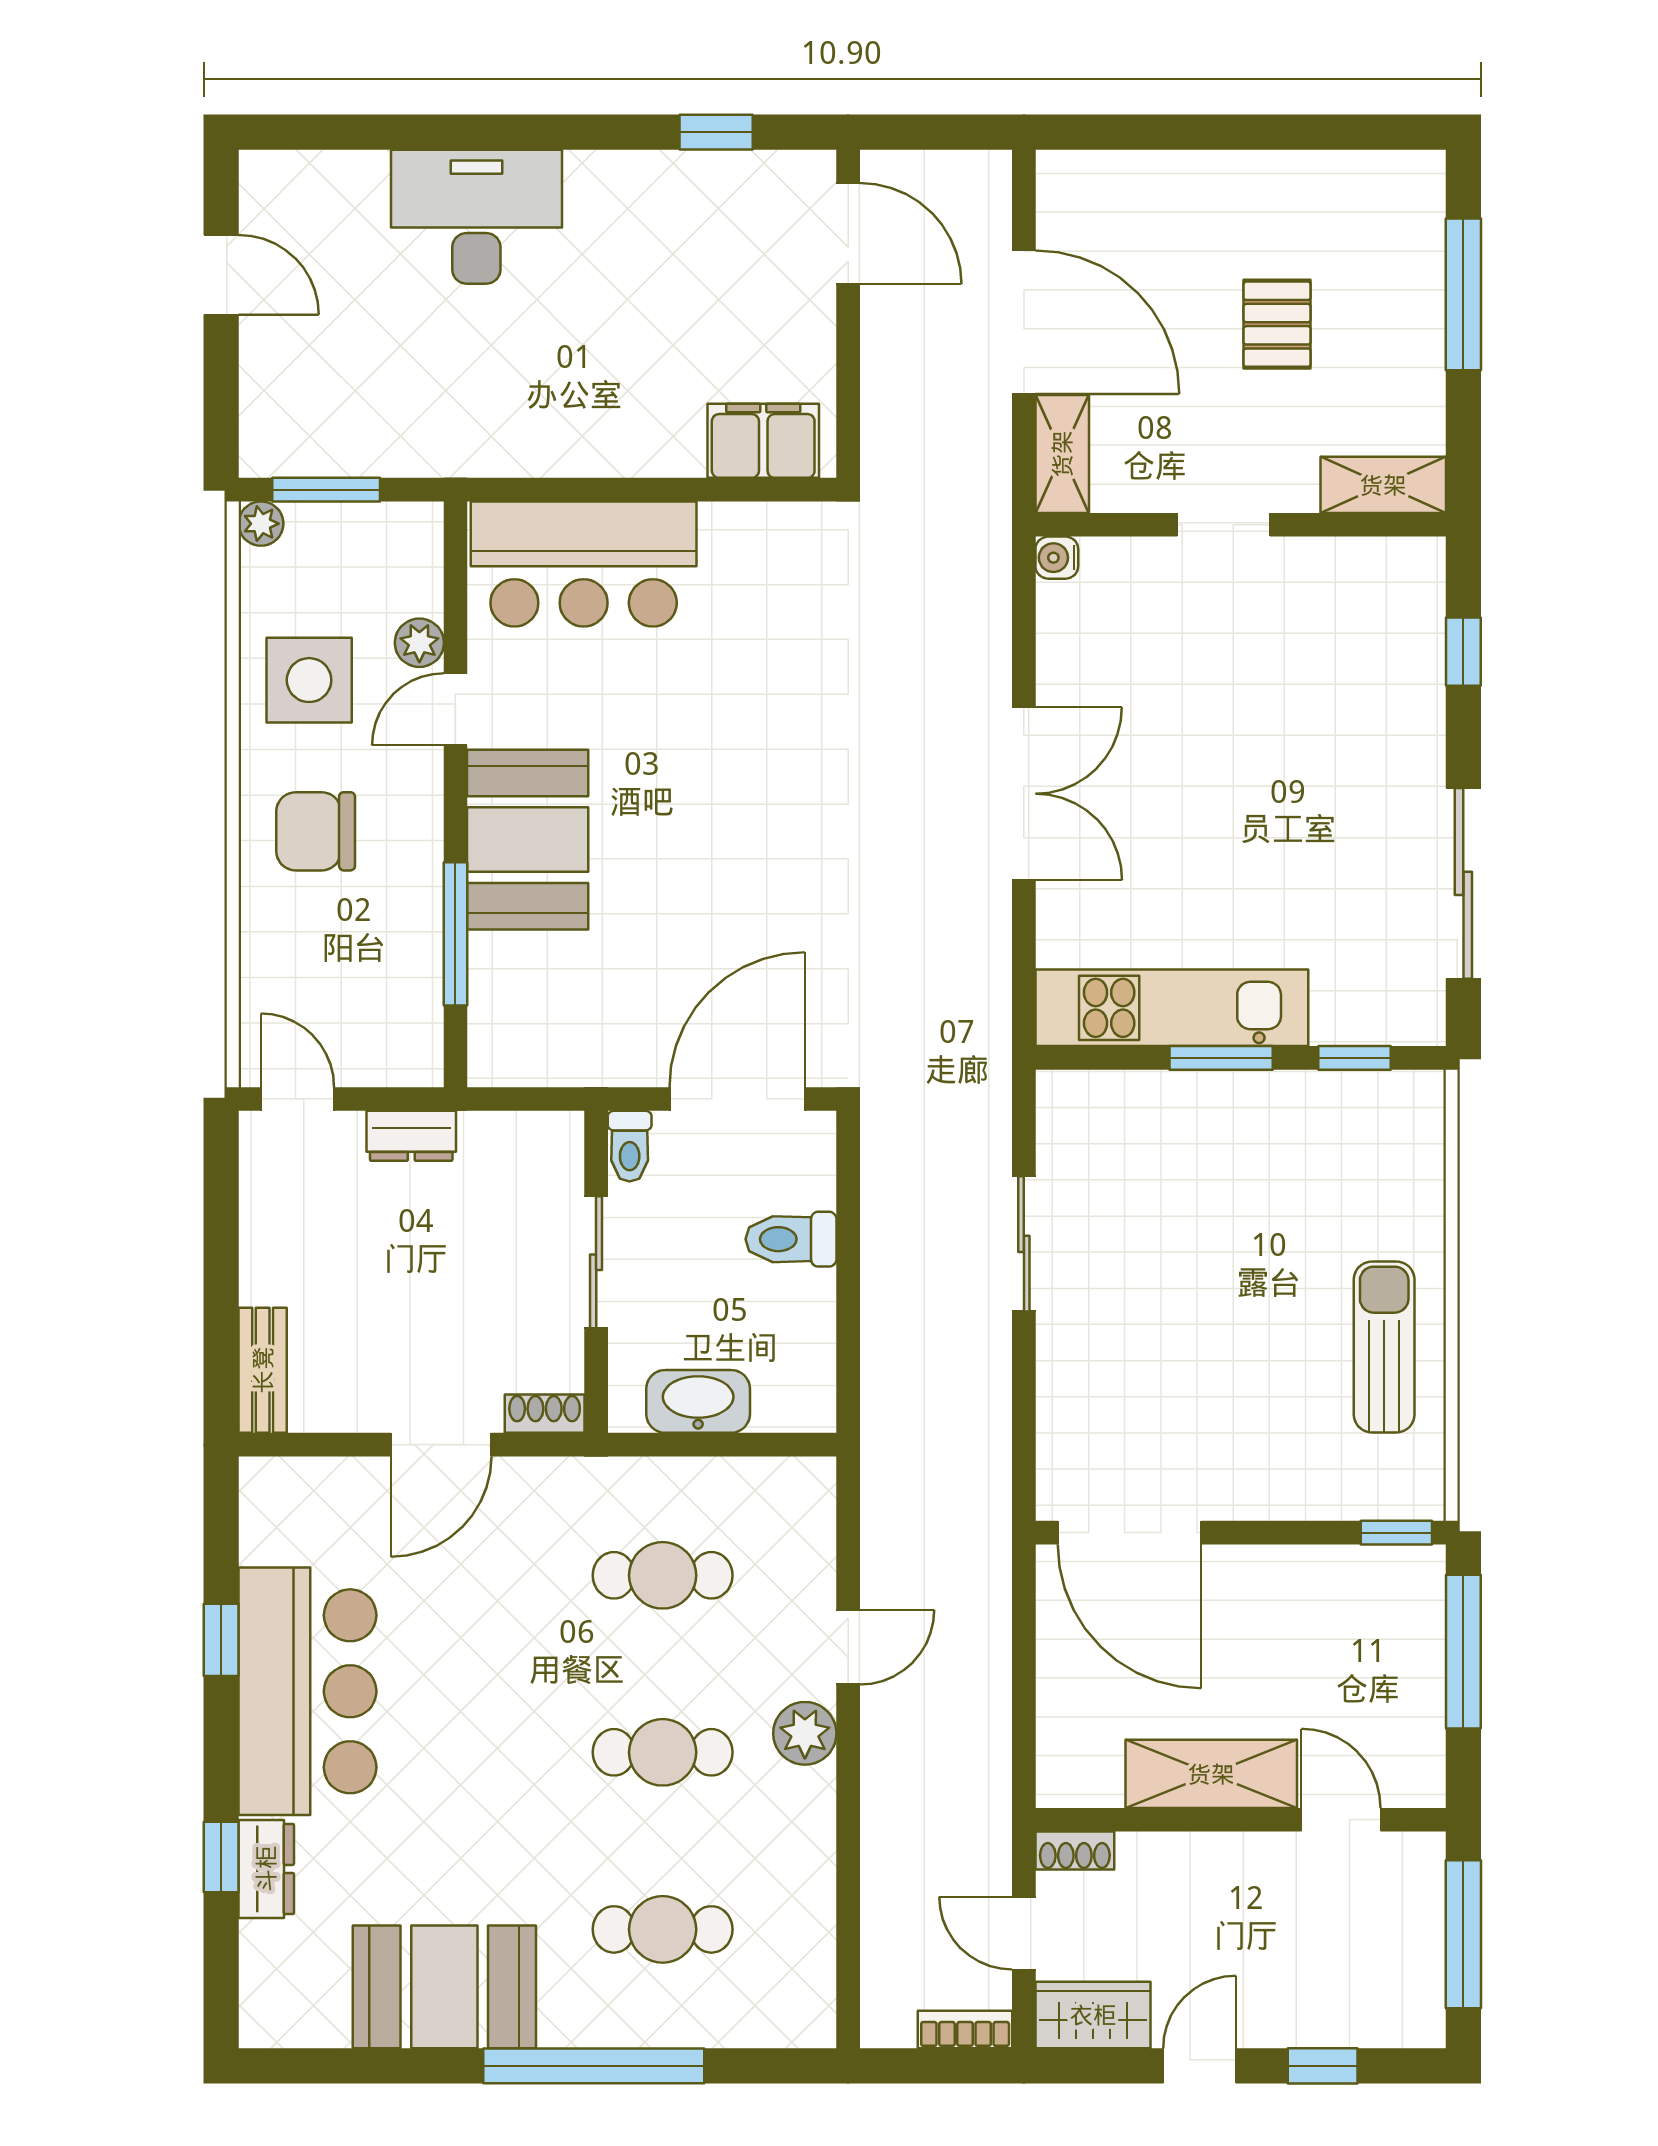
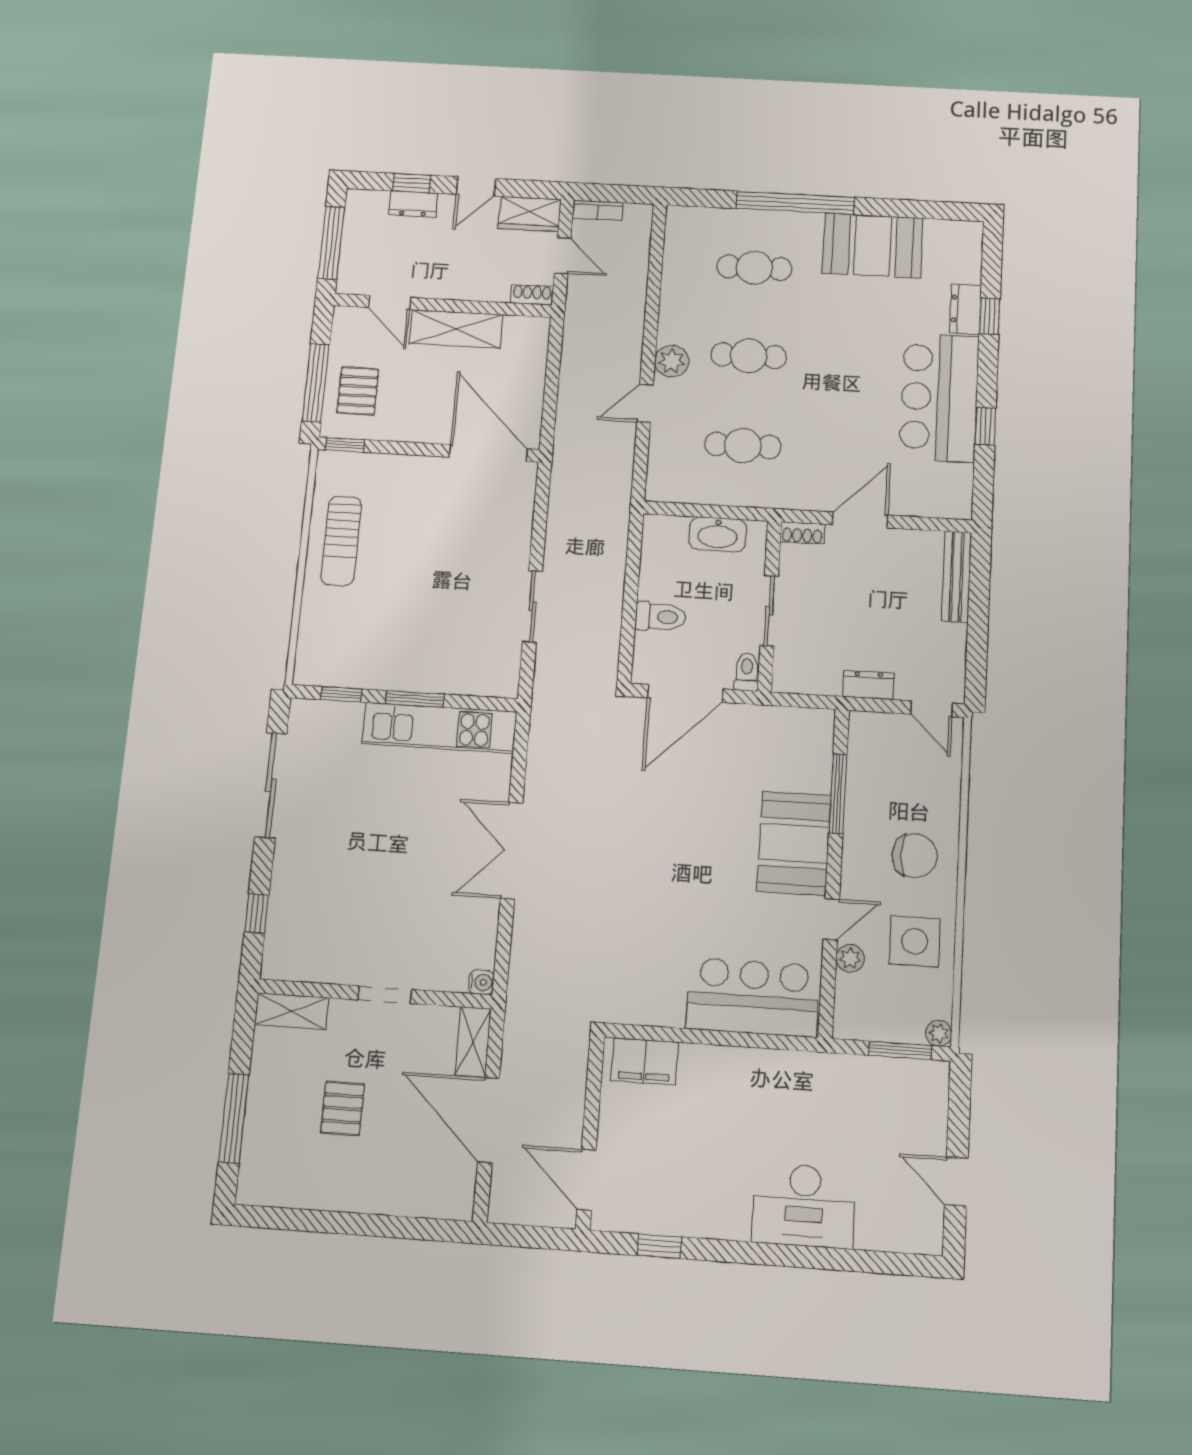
bench: (263, 1370) -> (956, 577), width x1.36
pallet: (1383, 1640) -> (358, 391), added
dresser: (1315, 2023) -> (413, 204), added

